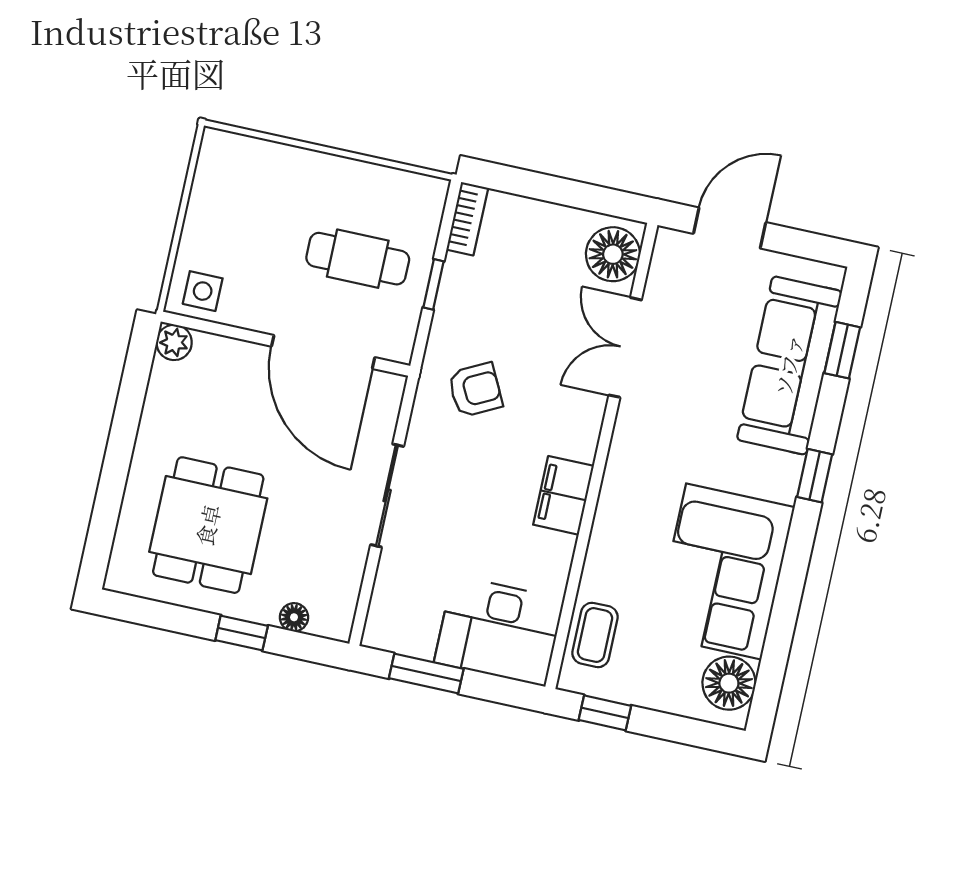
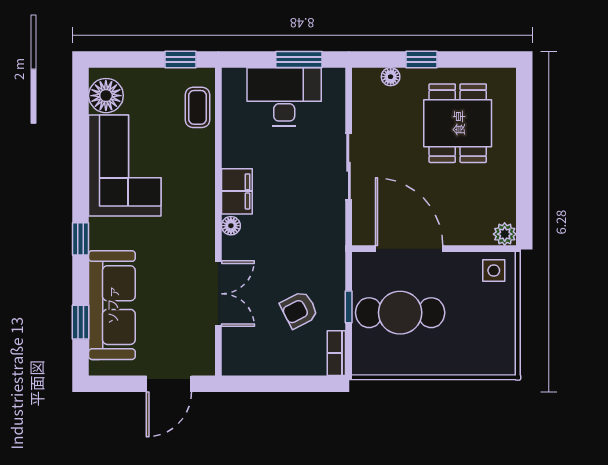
floor lamp: (613, 254) -> (231, 226), moved, width x0.53, depth x0.53
cafe table: (358, 259) -> (400, 313), width x1.37, depth x1.35
armchair: (475, 390) -> (299, 310), moved
desk: (499, 631) -> (284, 97), moved

